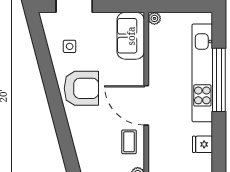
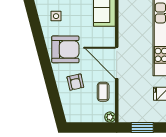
armchair: (94, 130) -> (75, 82), added

